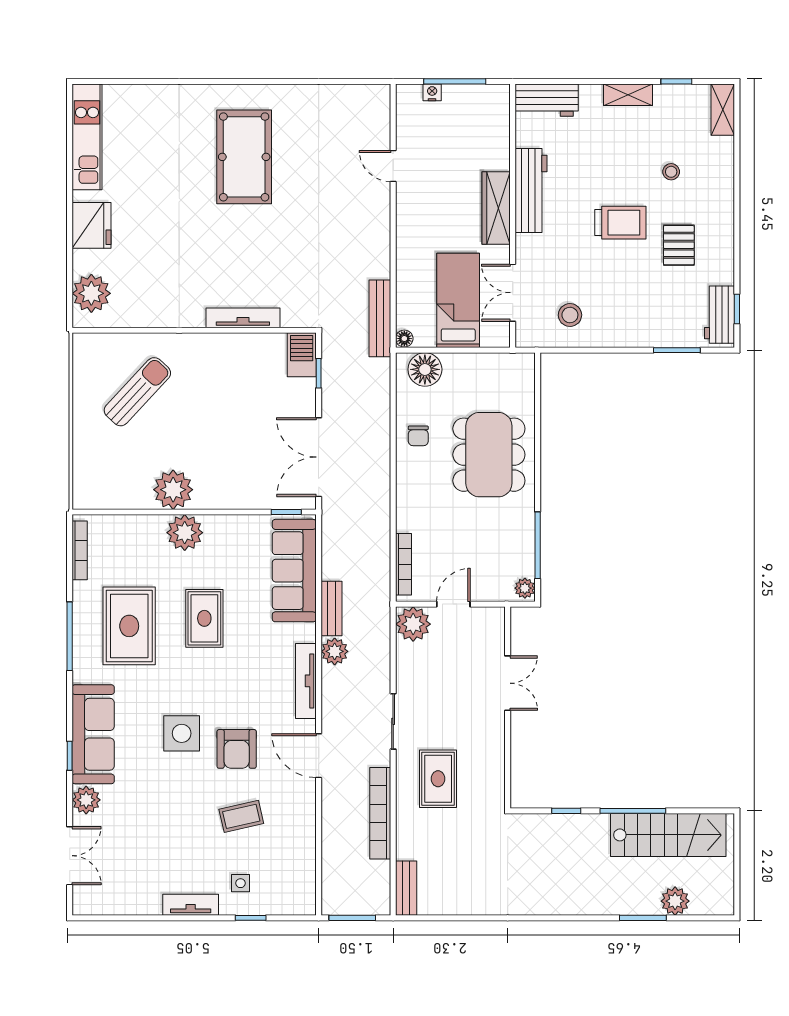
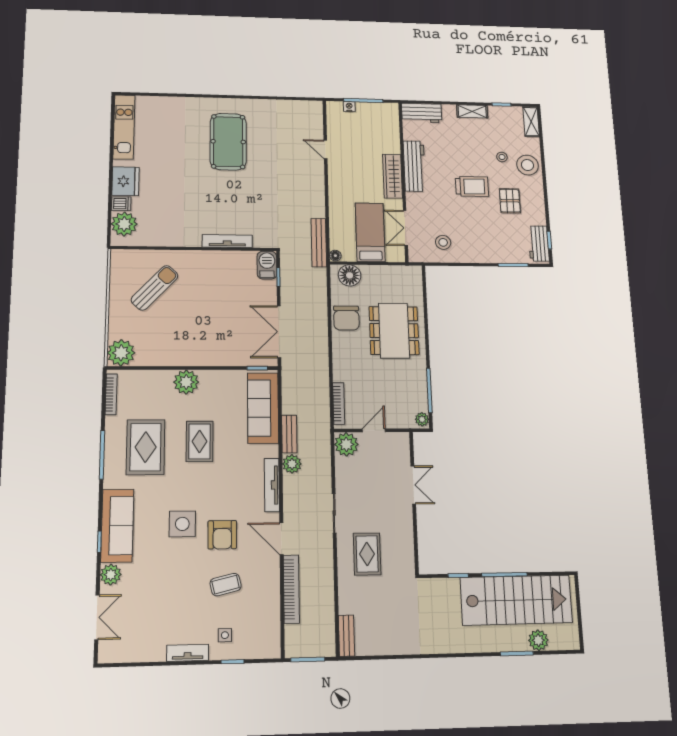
stool: (711, 184) -> (527, 165), added
dishwasher: (86, 261) -> (121, 204), added
chair: (418, 436) -> (346, 318), width x1.87, depth x1.87
plant: (173, 490) -> (121, 353), moved
bookcase: (380, 813) -> (291, 589), moved, turned 180
stairs: (668, 835) -> (516, 600), width x1.36, depth x1.51

